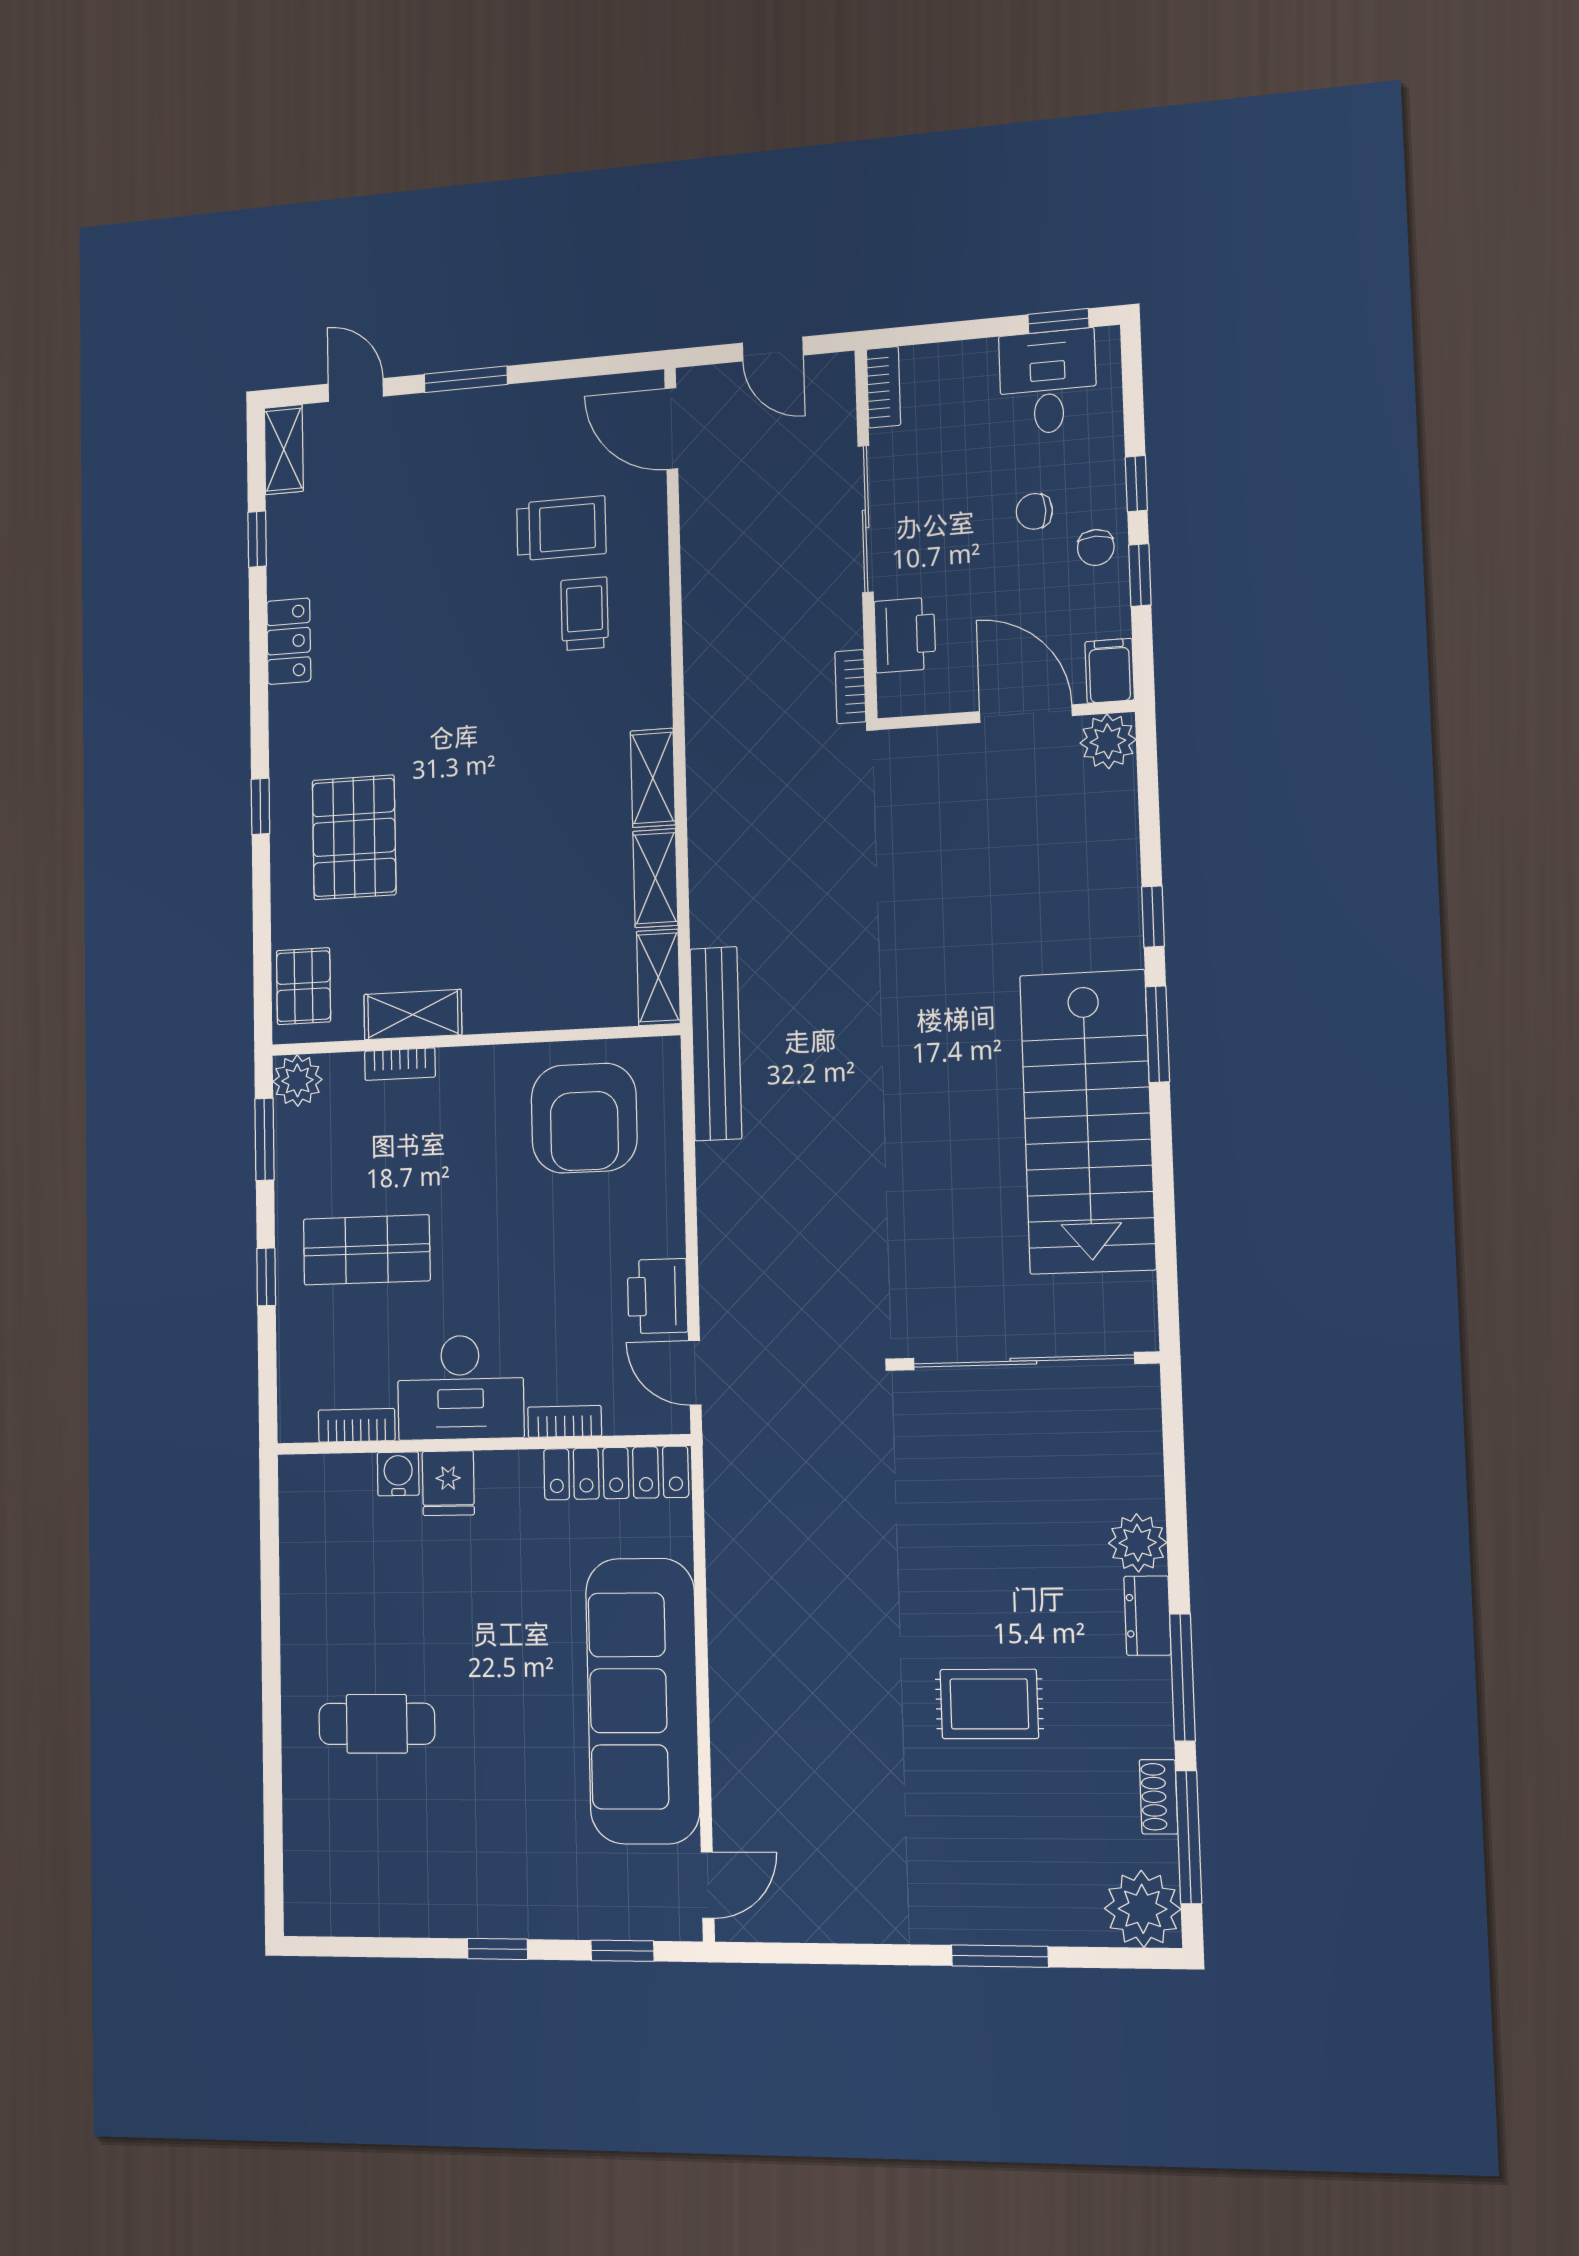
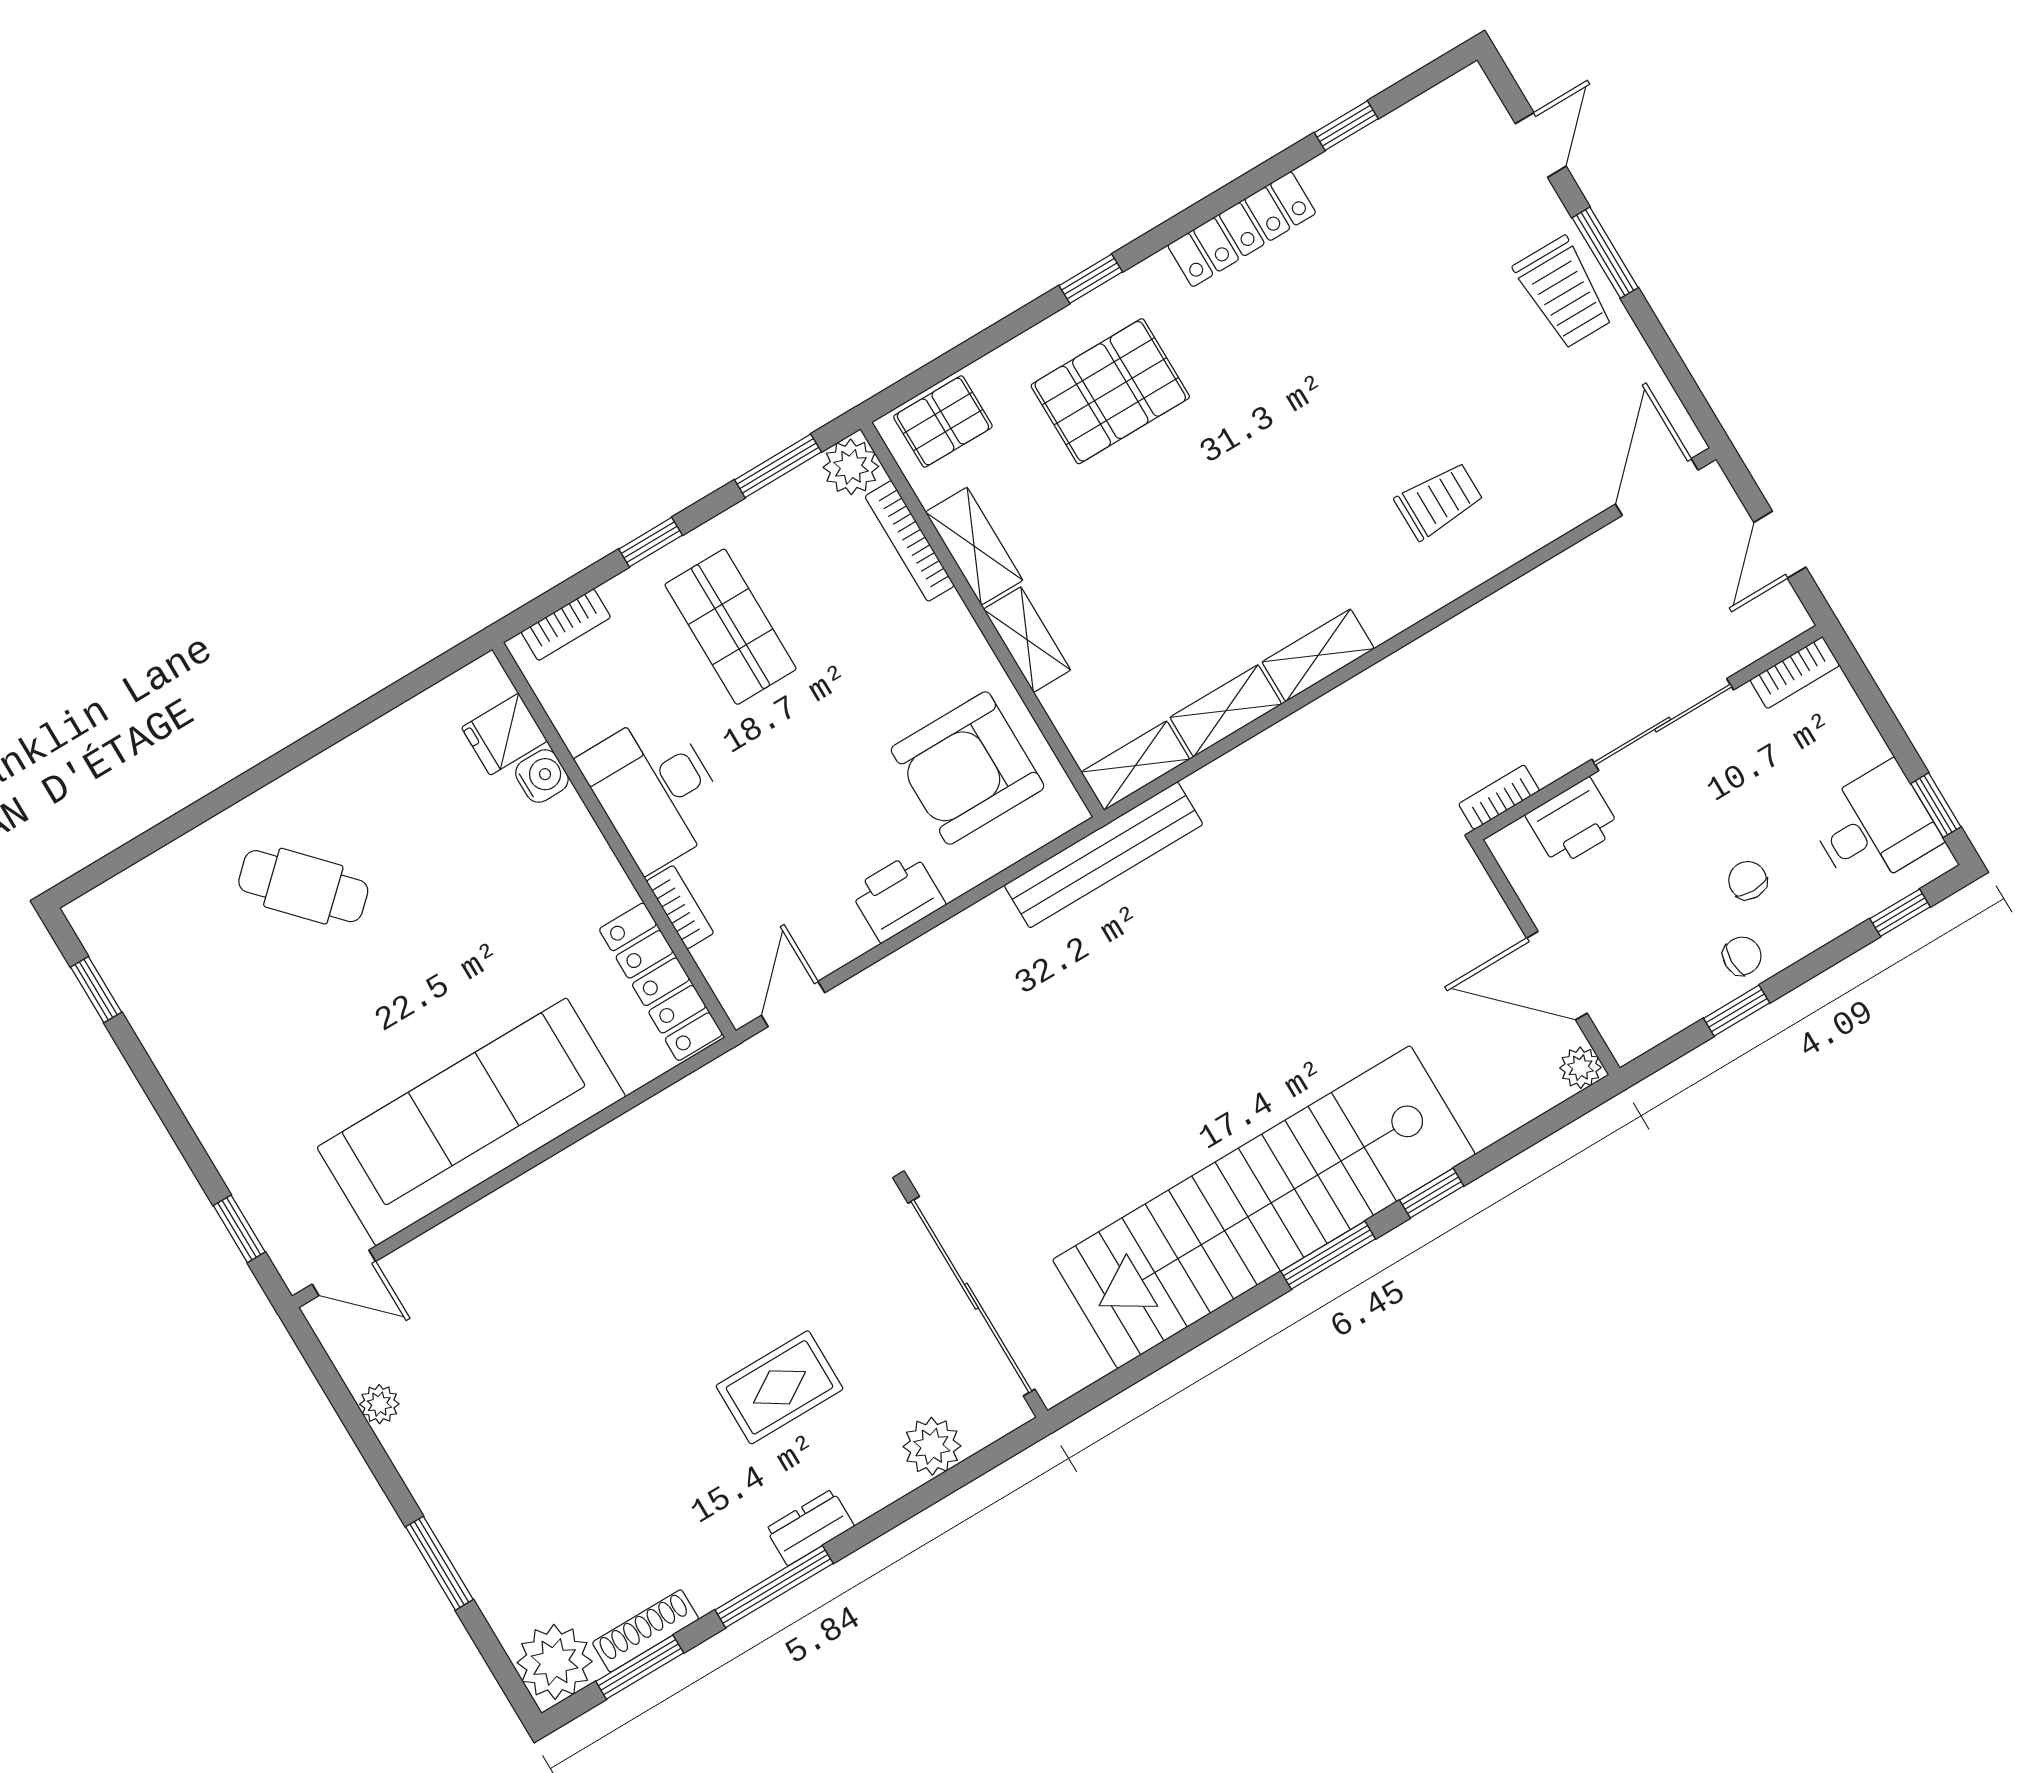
shelving: (284, 450) -> (1027, 640), moved, turned 90
window: (1136, 484) -> (1900, 913), moved
trolley: (561, 528) -> (1564, 293), moved
chair: (1096, 547) -> (1742, 956), turned 180
locker: (289, 641) -> (1242, 229), width x1.53
filing cabinet: (1110, 671) -> (1635, 1031), removed
door: (1026, 714) -> (1557, 976), swing flipped
plant: (1108, 741) -> (1580, 1068), width x0.73, depth x0.73
bookcase: (400, 1064) -> (910, 541), width x1.56
stairs: (1087, 1122) -> (1264, 1207), width x1.36
printer: (657, 1296) -> (898, 897), moved
bookcase: (357, 1425) -> (566, 625), moved, turned 90
fridge: (448, 1483) -> (504, 734), moved
plant: (1138, 1543) -> (932, 1446), moved
rug: (989, 1704) -> (779, 1387), moved, turned 90
cafe table: (377, 1724) -> (303, 886), turned -43
shoe rack: (1159, 1797) -> (646, 1631), width x1.43
window: (1189, 1837) -> (640, 1667), width x0.69
plant: (834, 1923) -> (379, 1404), added
window: (497, 1949) -> (96, 990), moved

